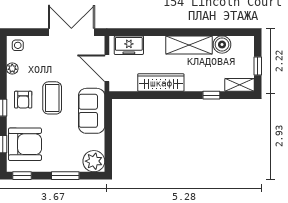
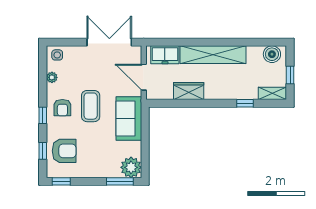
shelving: (189, 45) -> (213, 55), width x1.47
boiler: (222, 45) -> (272, 54), moved
wardrobe: (161, 83) -> (189, 91), width x0.67
armchair: (25, 144) -> (64, 151), width x0.73, depth x0.73
window: (65, 176) -> (120, 181), moved

